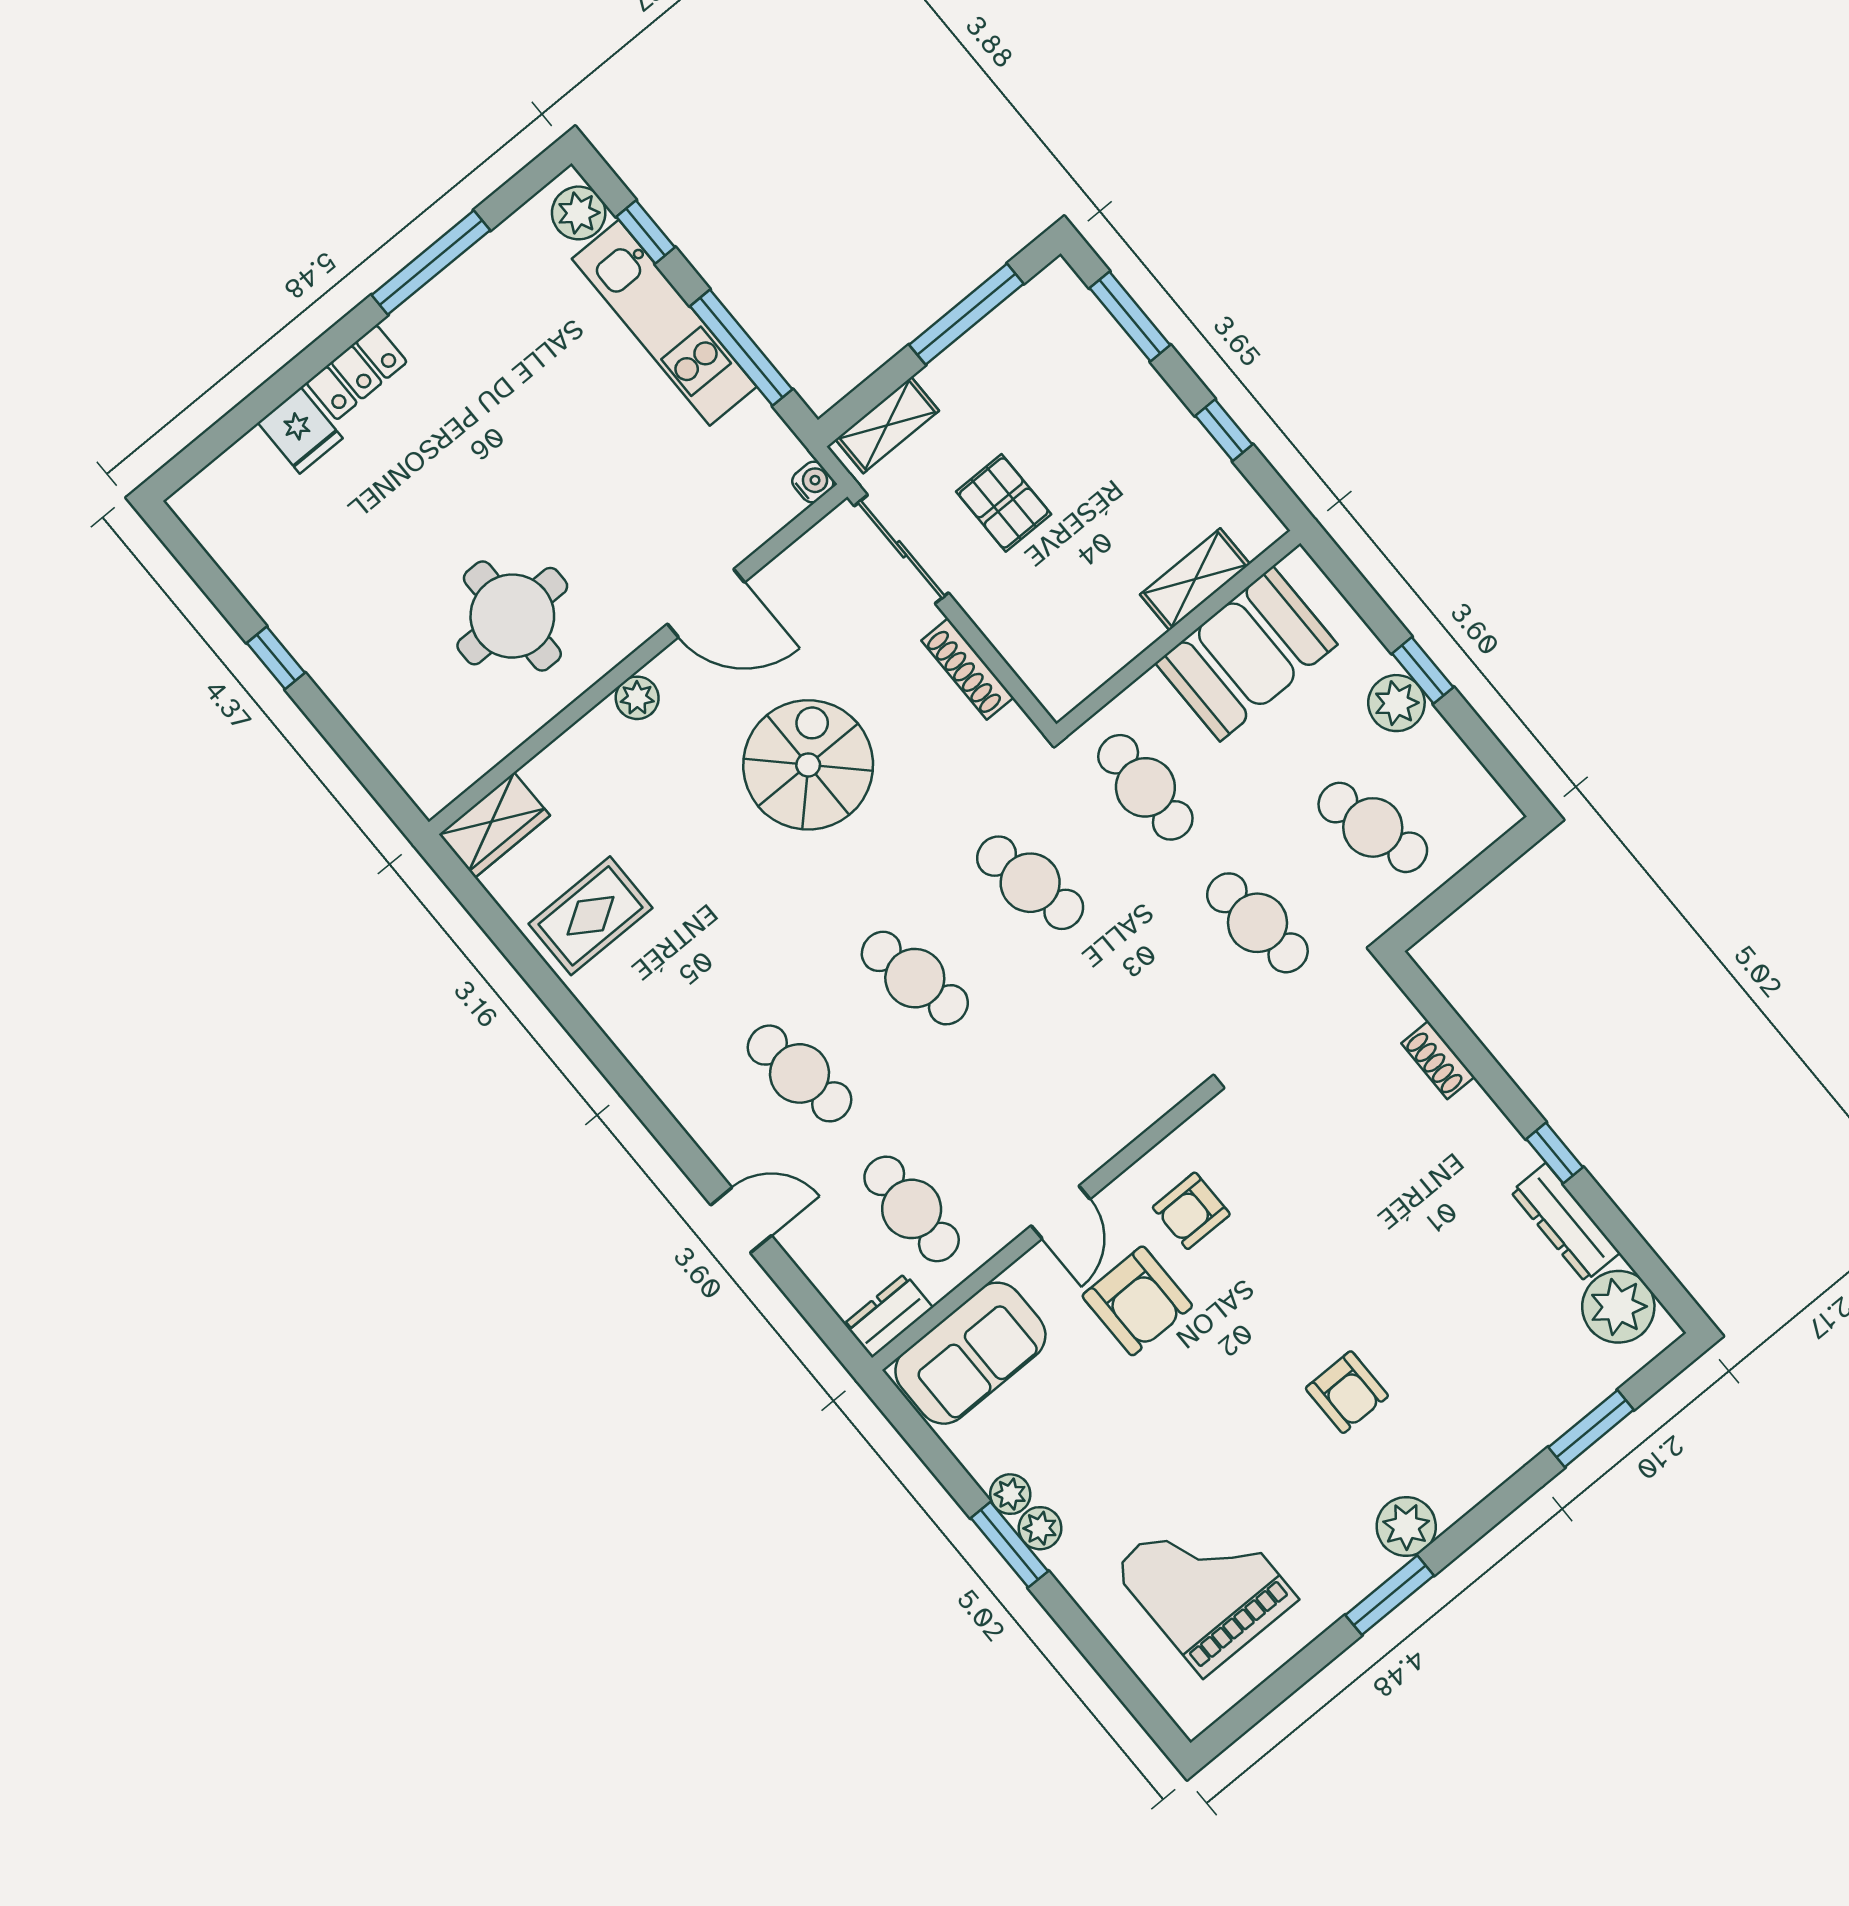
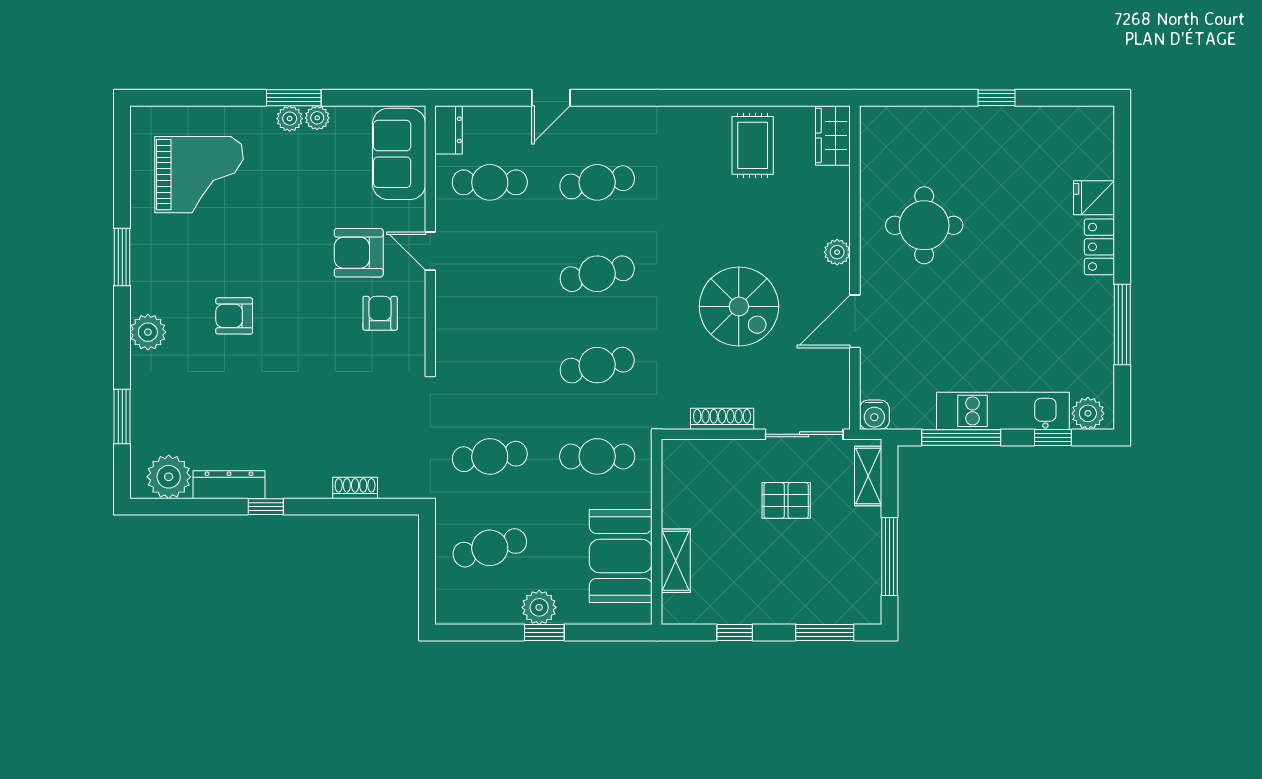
water cooler: (813, 482) -> (874, 415), width x1.38, depth x1.38
plant: (1406, 1526) -> (148, 332), moved

